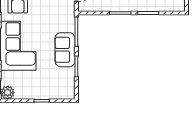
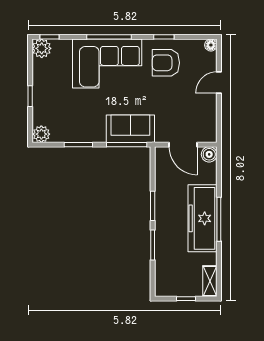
sofa: (65, 50) -> (130, 129), moved
plant: (69, 93) -> (41, 134), added

